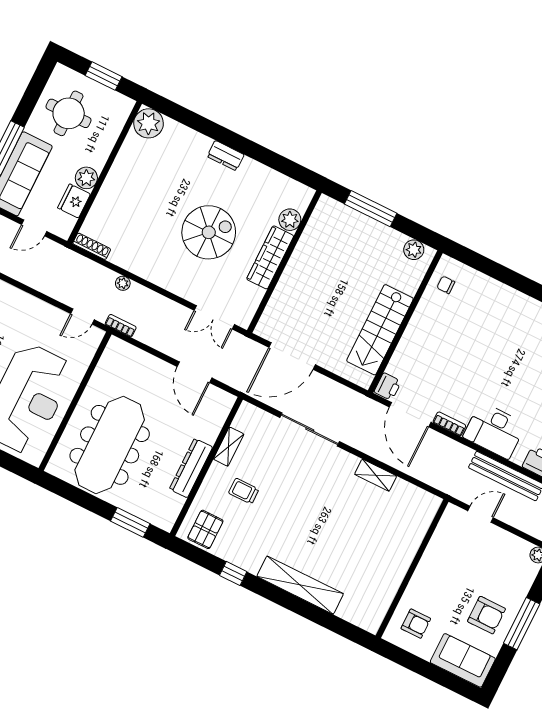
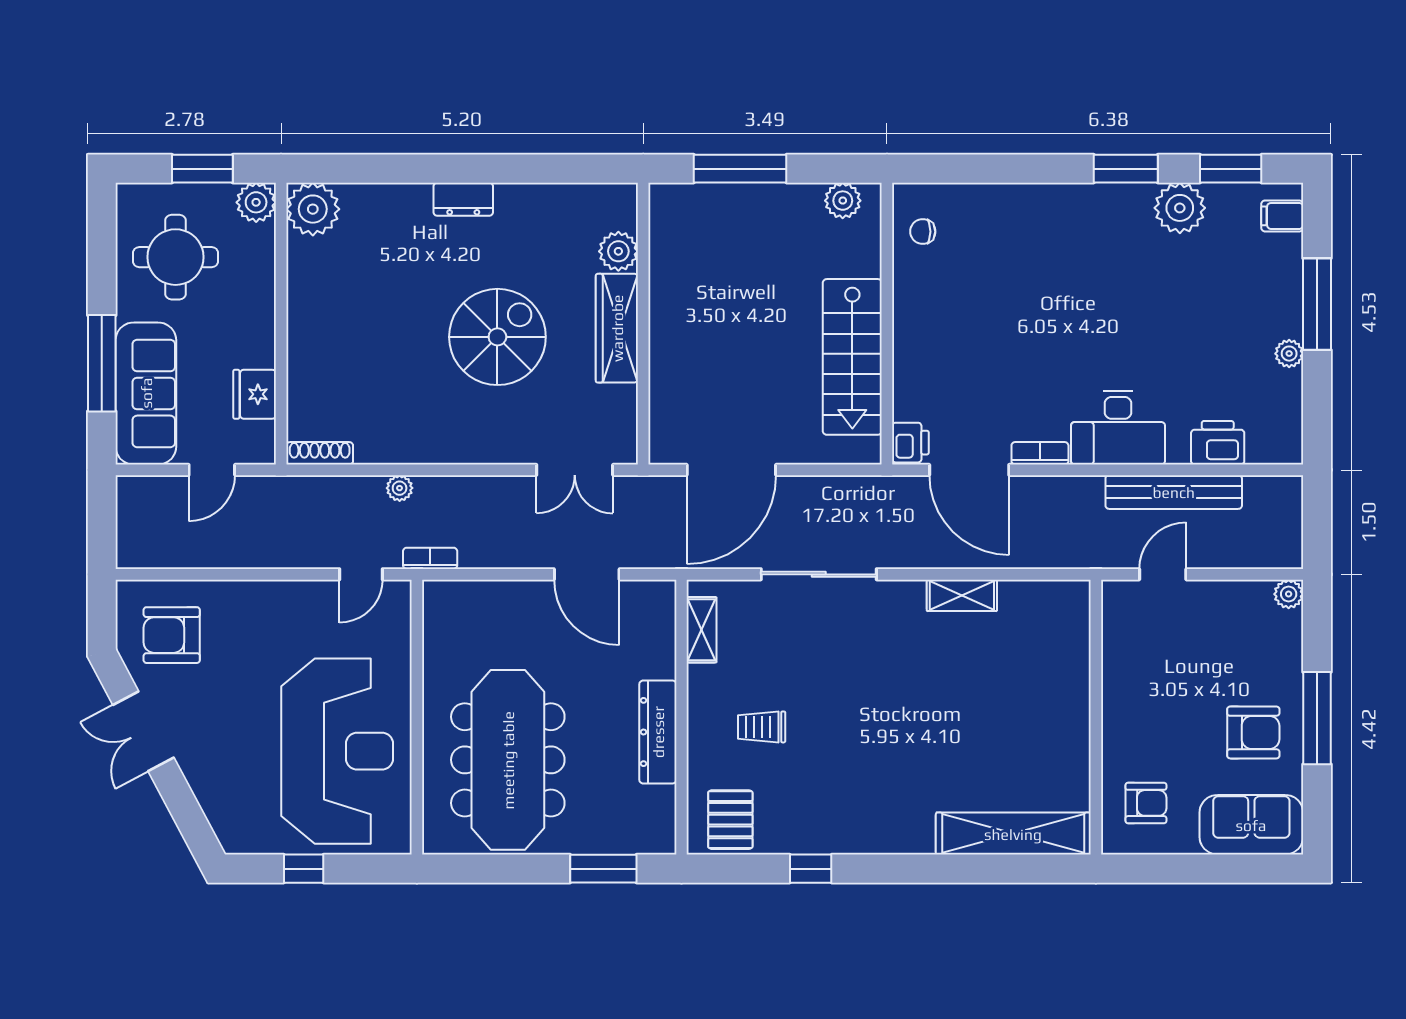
plant: (86, 178) -> (256, 202), moved
shelving: (229, 447) -> (702, 630), moved
shelving: (300, 585) -> (1013, 834), moved

